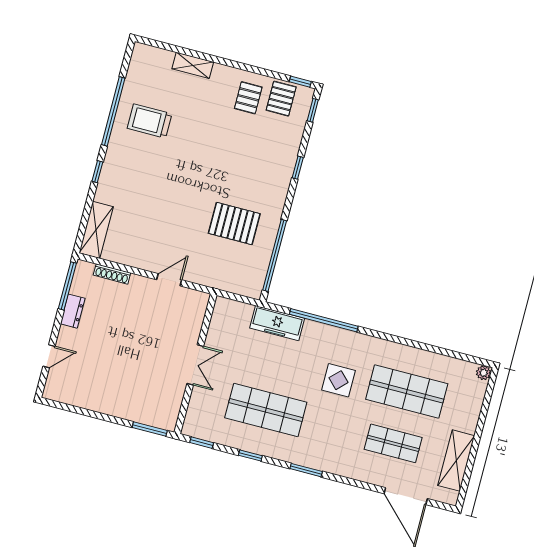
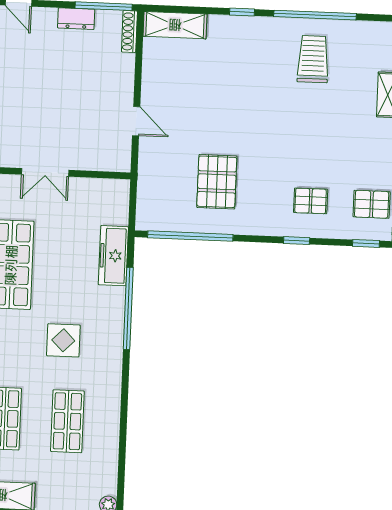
pallet: (248, 98) -> (311, 201), moved
shoe rack: (112, 274) -> (129, 31), moved
shop shelf: (407, 392) -> (67, 421), width x0.70, depth x0.74

